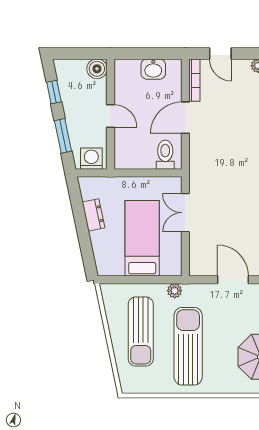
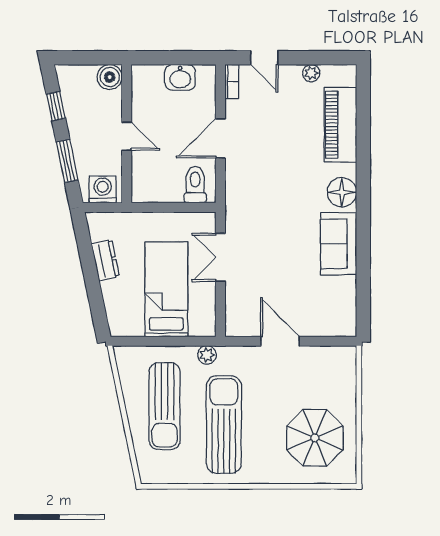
bookcase: (194, 80) -> (232, 82), width x0.64

